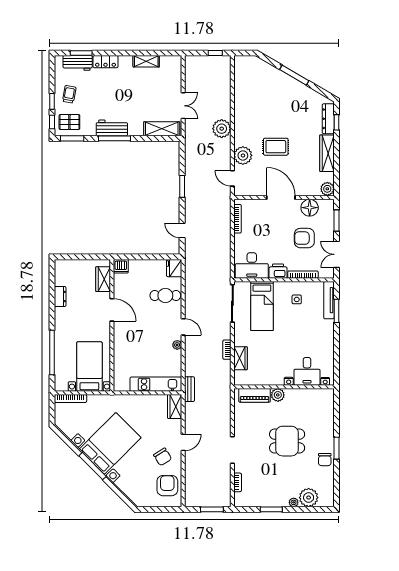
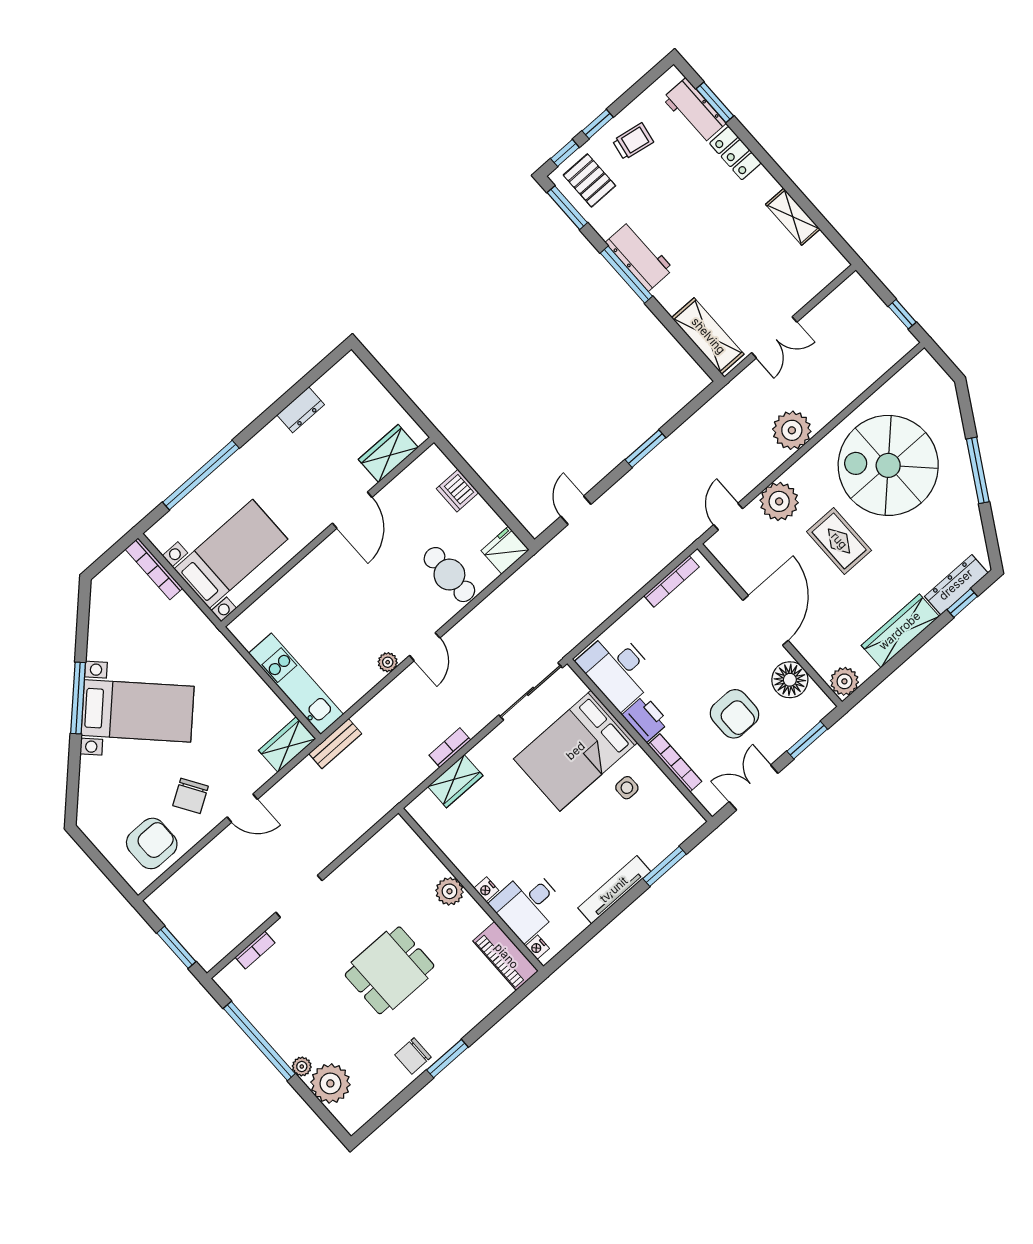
spiral stairs: (264, 105) -> (888, 465), added
armchair: (304, 238) -> (734, 714), turned 180
dishwasher: (121, 266) -> (458, 491), moved
tv unit: (329, 300) -> (614, 890), moved
bed: (262, 306) -> (576, 751), width x1.50
piano: (254, 395) -> (506, 956), moved
dining table: (287, 441) -> (390, 970), turned 90
bed with nightstands: (110, 443) -> (138, 711), width x0.73
window: (271, 509) -> (259, 1041), width x2.11

